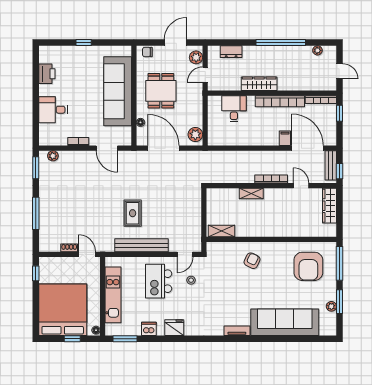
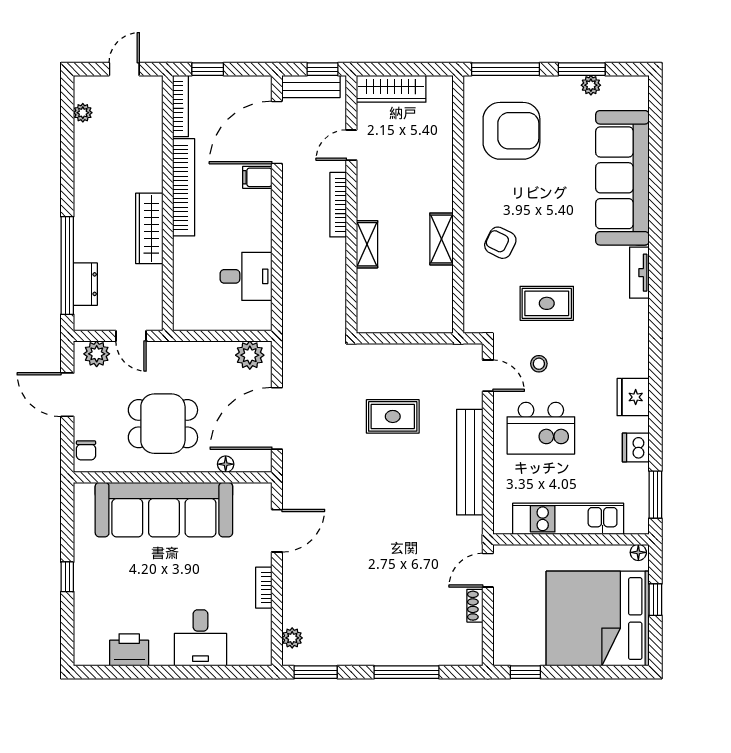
window: (281, 43) -> (67, 266), moved
desk: (234, 109) -> (246, 276), moved, turned 180
rug: (133, 213) -> (393, 416), moved
shelving: (221, 231) -> (441, 239), moved
rug: (221, 284) -> (547, 303), added

